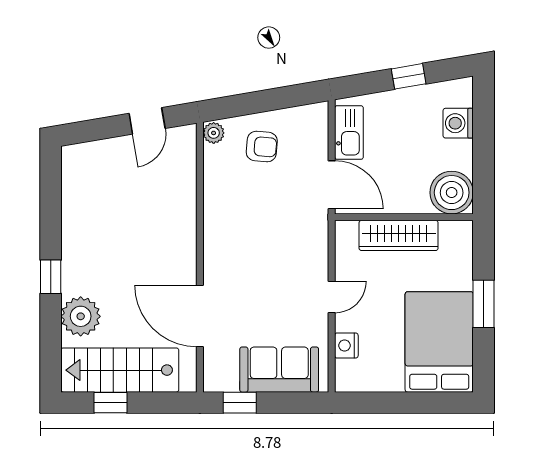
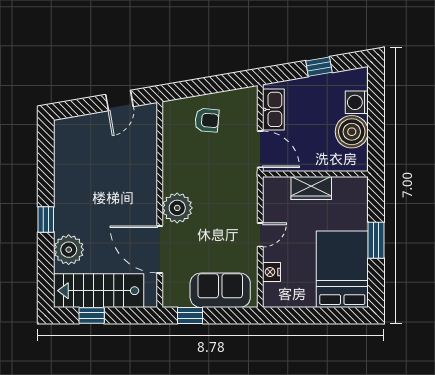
plant: (214, 133) -> (177, 208), moved, width x1.88, depth x1.88
boiler: (452, 193) -> (352, 132), moved
wardrobe: (399, 235) -> (311, 188), width x0.67

